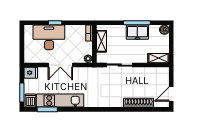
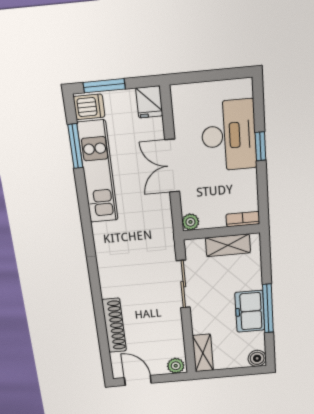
plant: (165, 73) -> (176, 366), added

